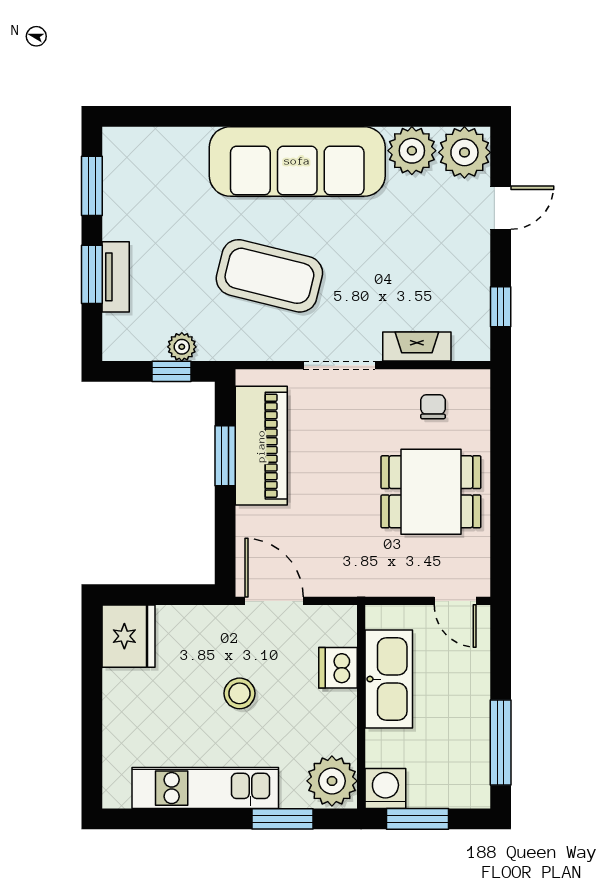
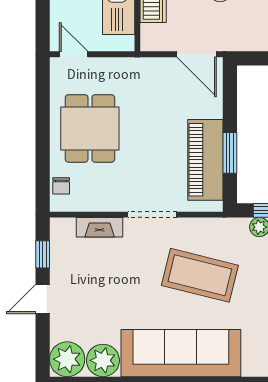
door: (501, 208) -> (43, 299), moved
chair: (433, 407) -> (61, 186), moved
dining table: (431, 492) -> (90, 128), turned 90

